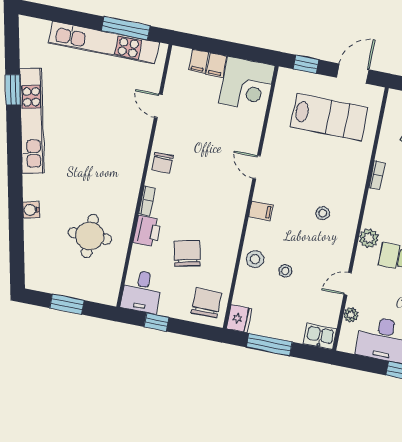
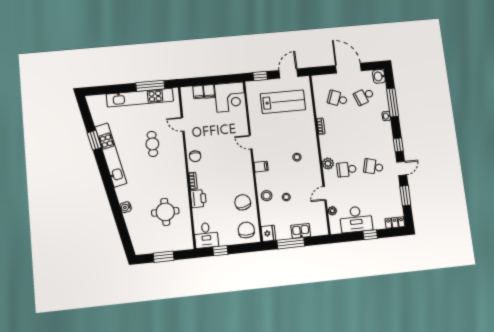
cafe table: (101, 123) -> (152, 144), added
chair: (187, 253) -> (243, 202), moved
kitchen sink: (320, 336) -> (301, 231), moved

